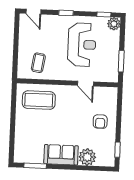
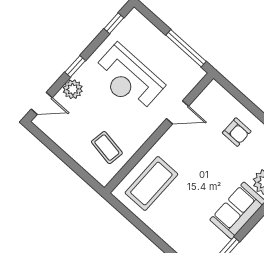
plant: (114, 24) -> (73, 89), moved
reception desk: (82, 45) -> (128, 79), turned 180
window: (121, 61) -> (186, 48), width x1.44

